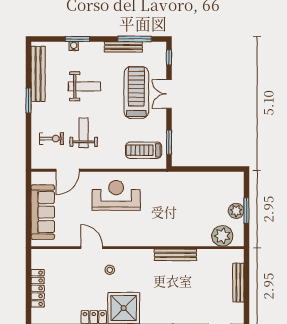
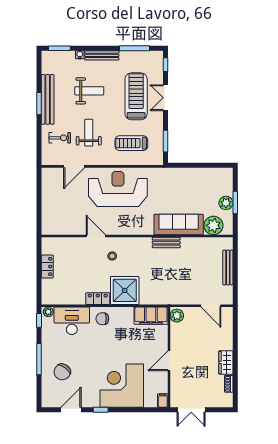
window: (78, 39) -> (59, 48), moved
bench: (123, 47) -> (102, 55), moved
bench: (38, 74) -> (48, 99), moved
treadmill: (144, 150) -> (131, 143), moved
reception desk: (116, 195) -> (118, 189), width x1.36, depth x1.30
sofa: (43, 212) -> (179, 224), moved, turned -90
bench: (175, 255) -> (166, 243), width x0.73
locker: (38, 288) -> (47, 267), width x0.66

